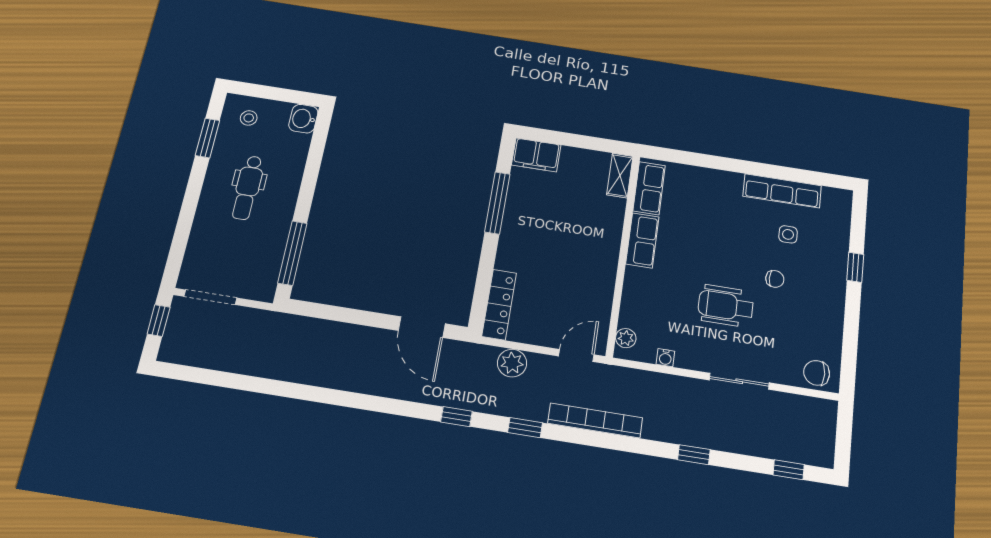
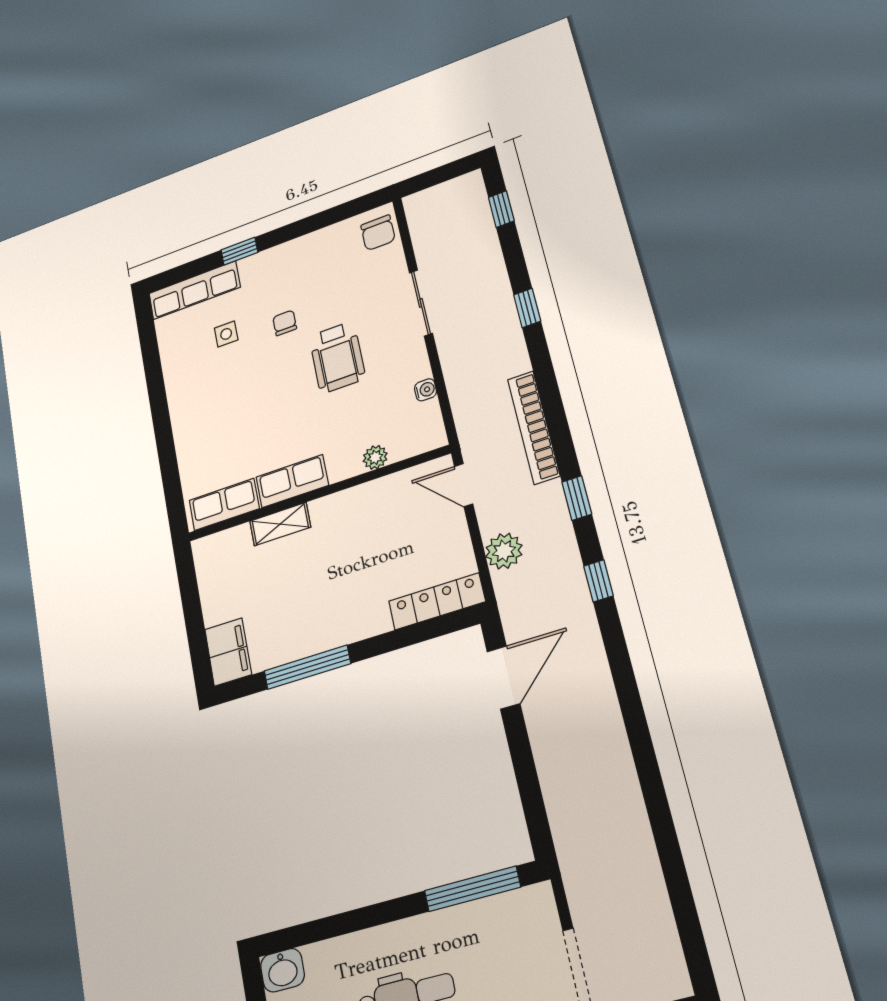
shelving: (620, 175) -> (280, 524), moved
row of seats: (782, 191) -> (194, 290), moved, turned 90
plant: (626, 338) -> (375, 457), moved

